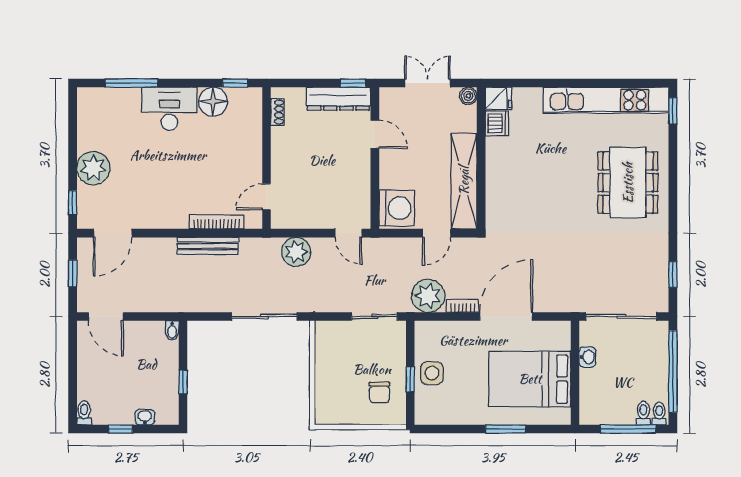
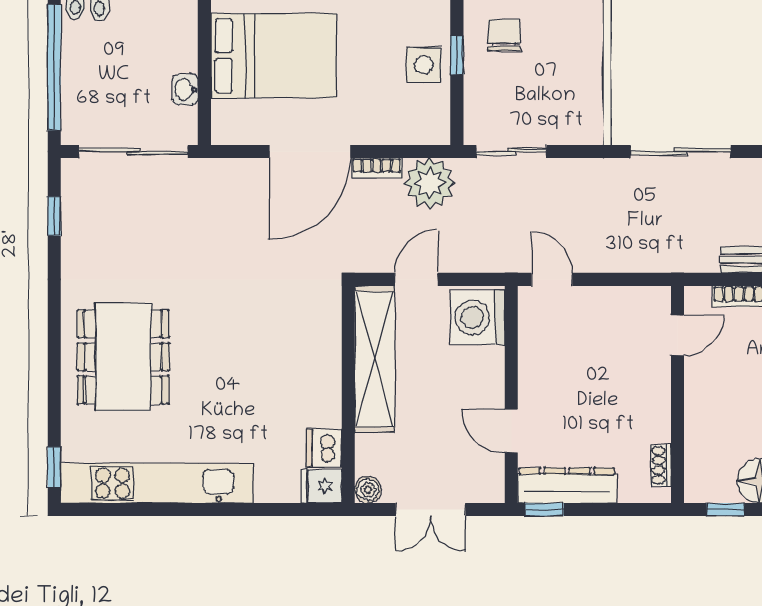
plant: (296, 252) -> (632, 251), removed

